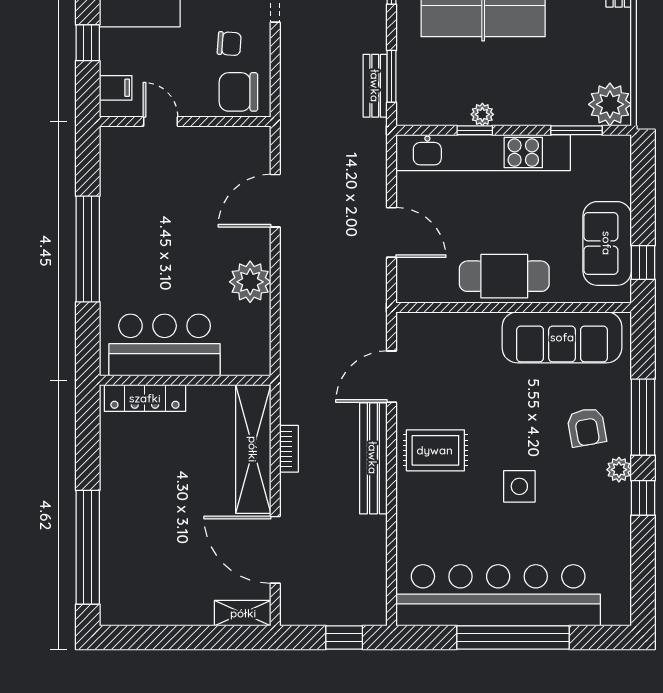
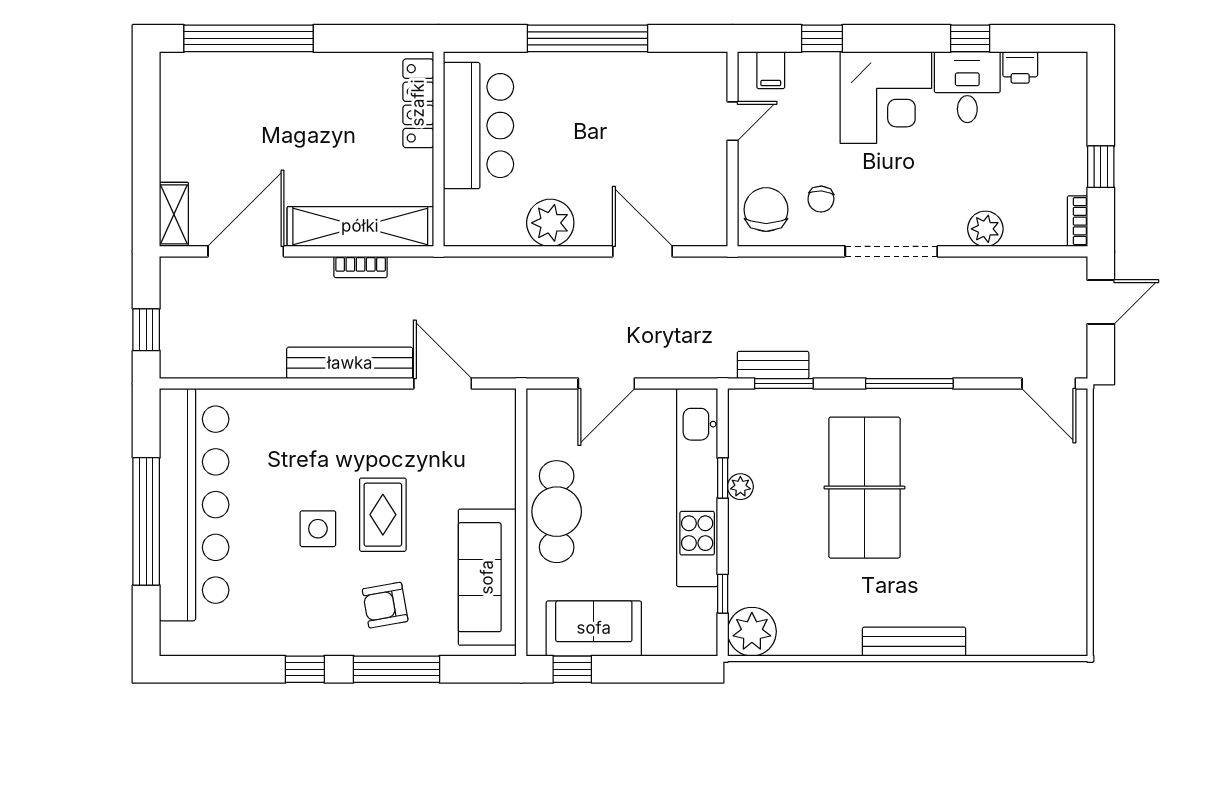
window: (576, 130) -> (723, 594), width x0.67
rug: (435, 450) -> (383, 515), moved
plant: (619, 470) -> (337, 642), removed

